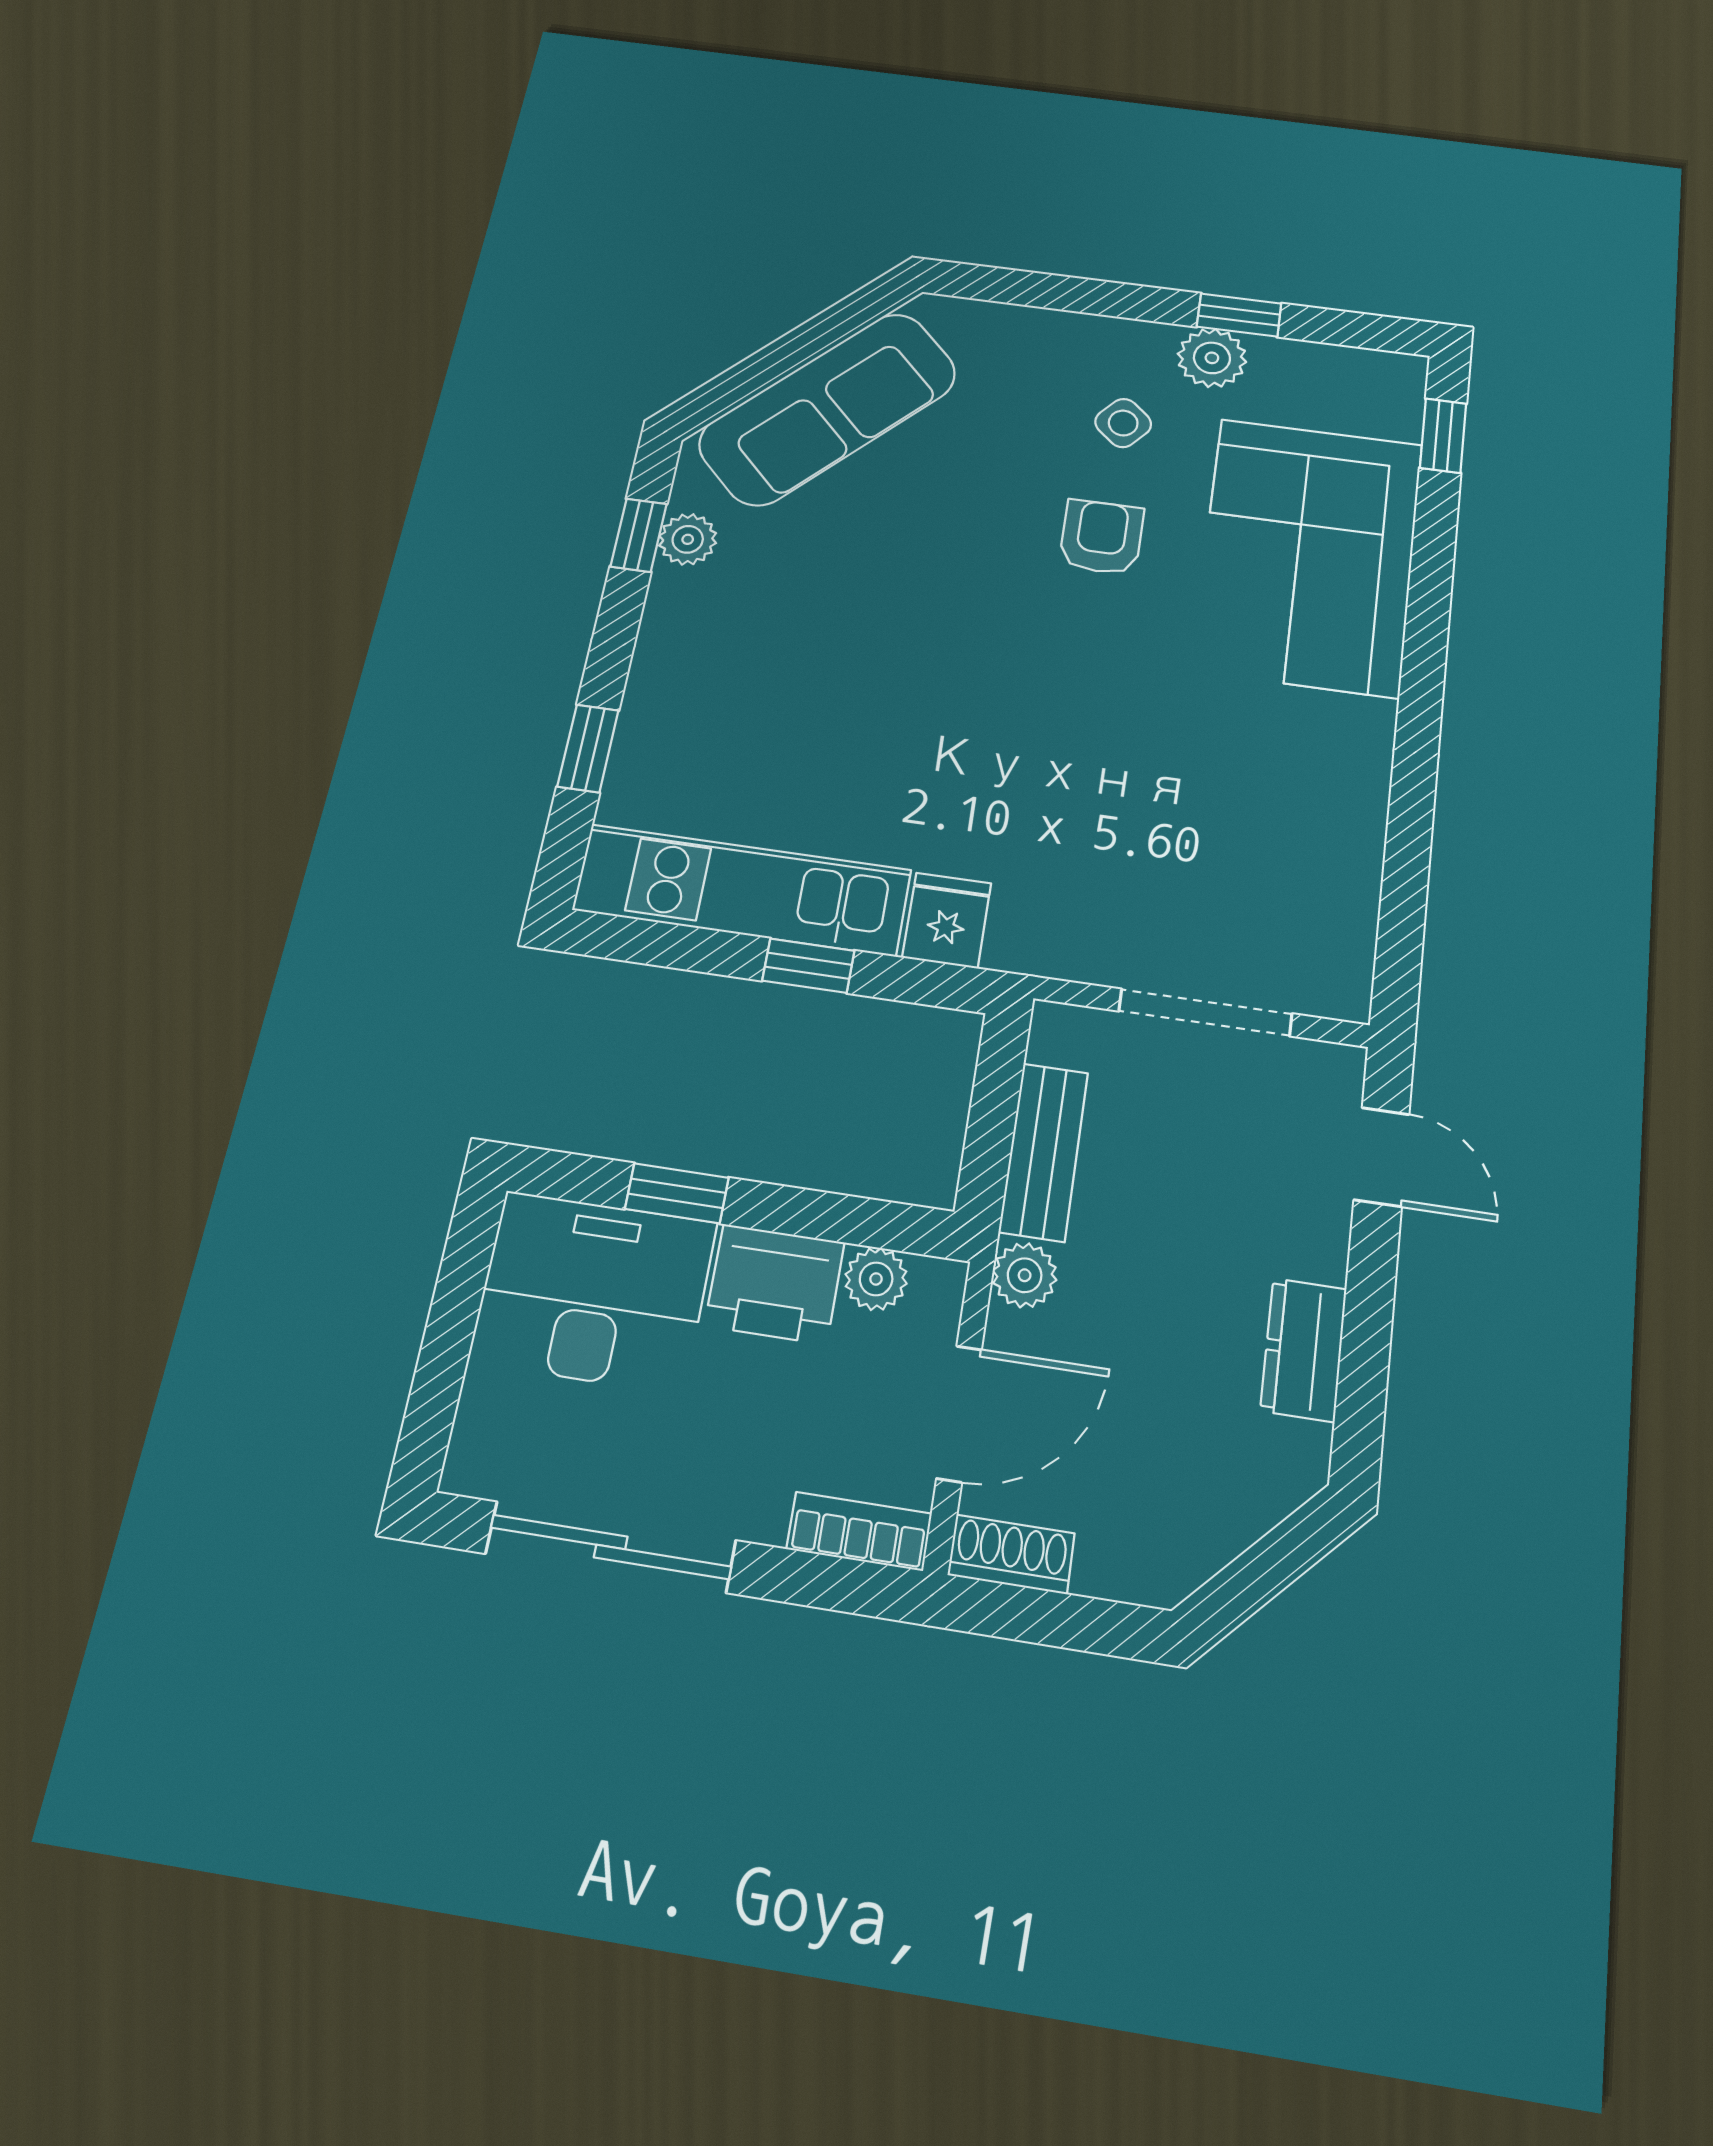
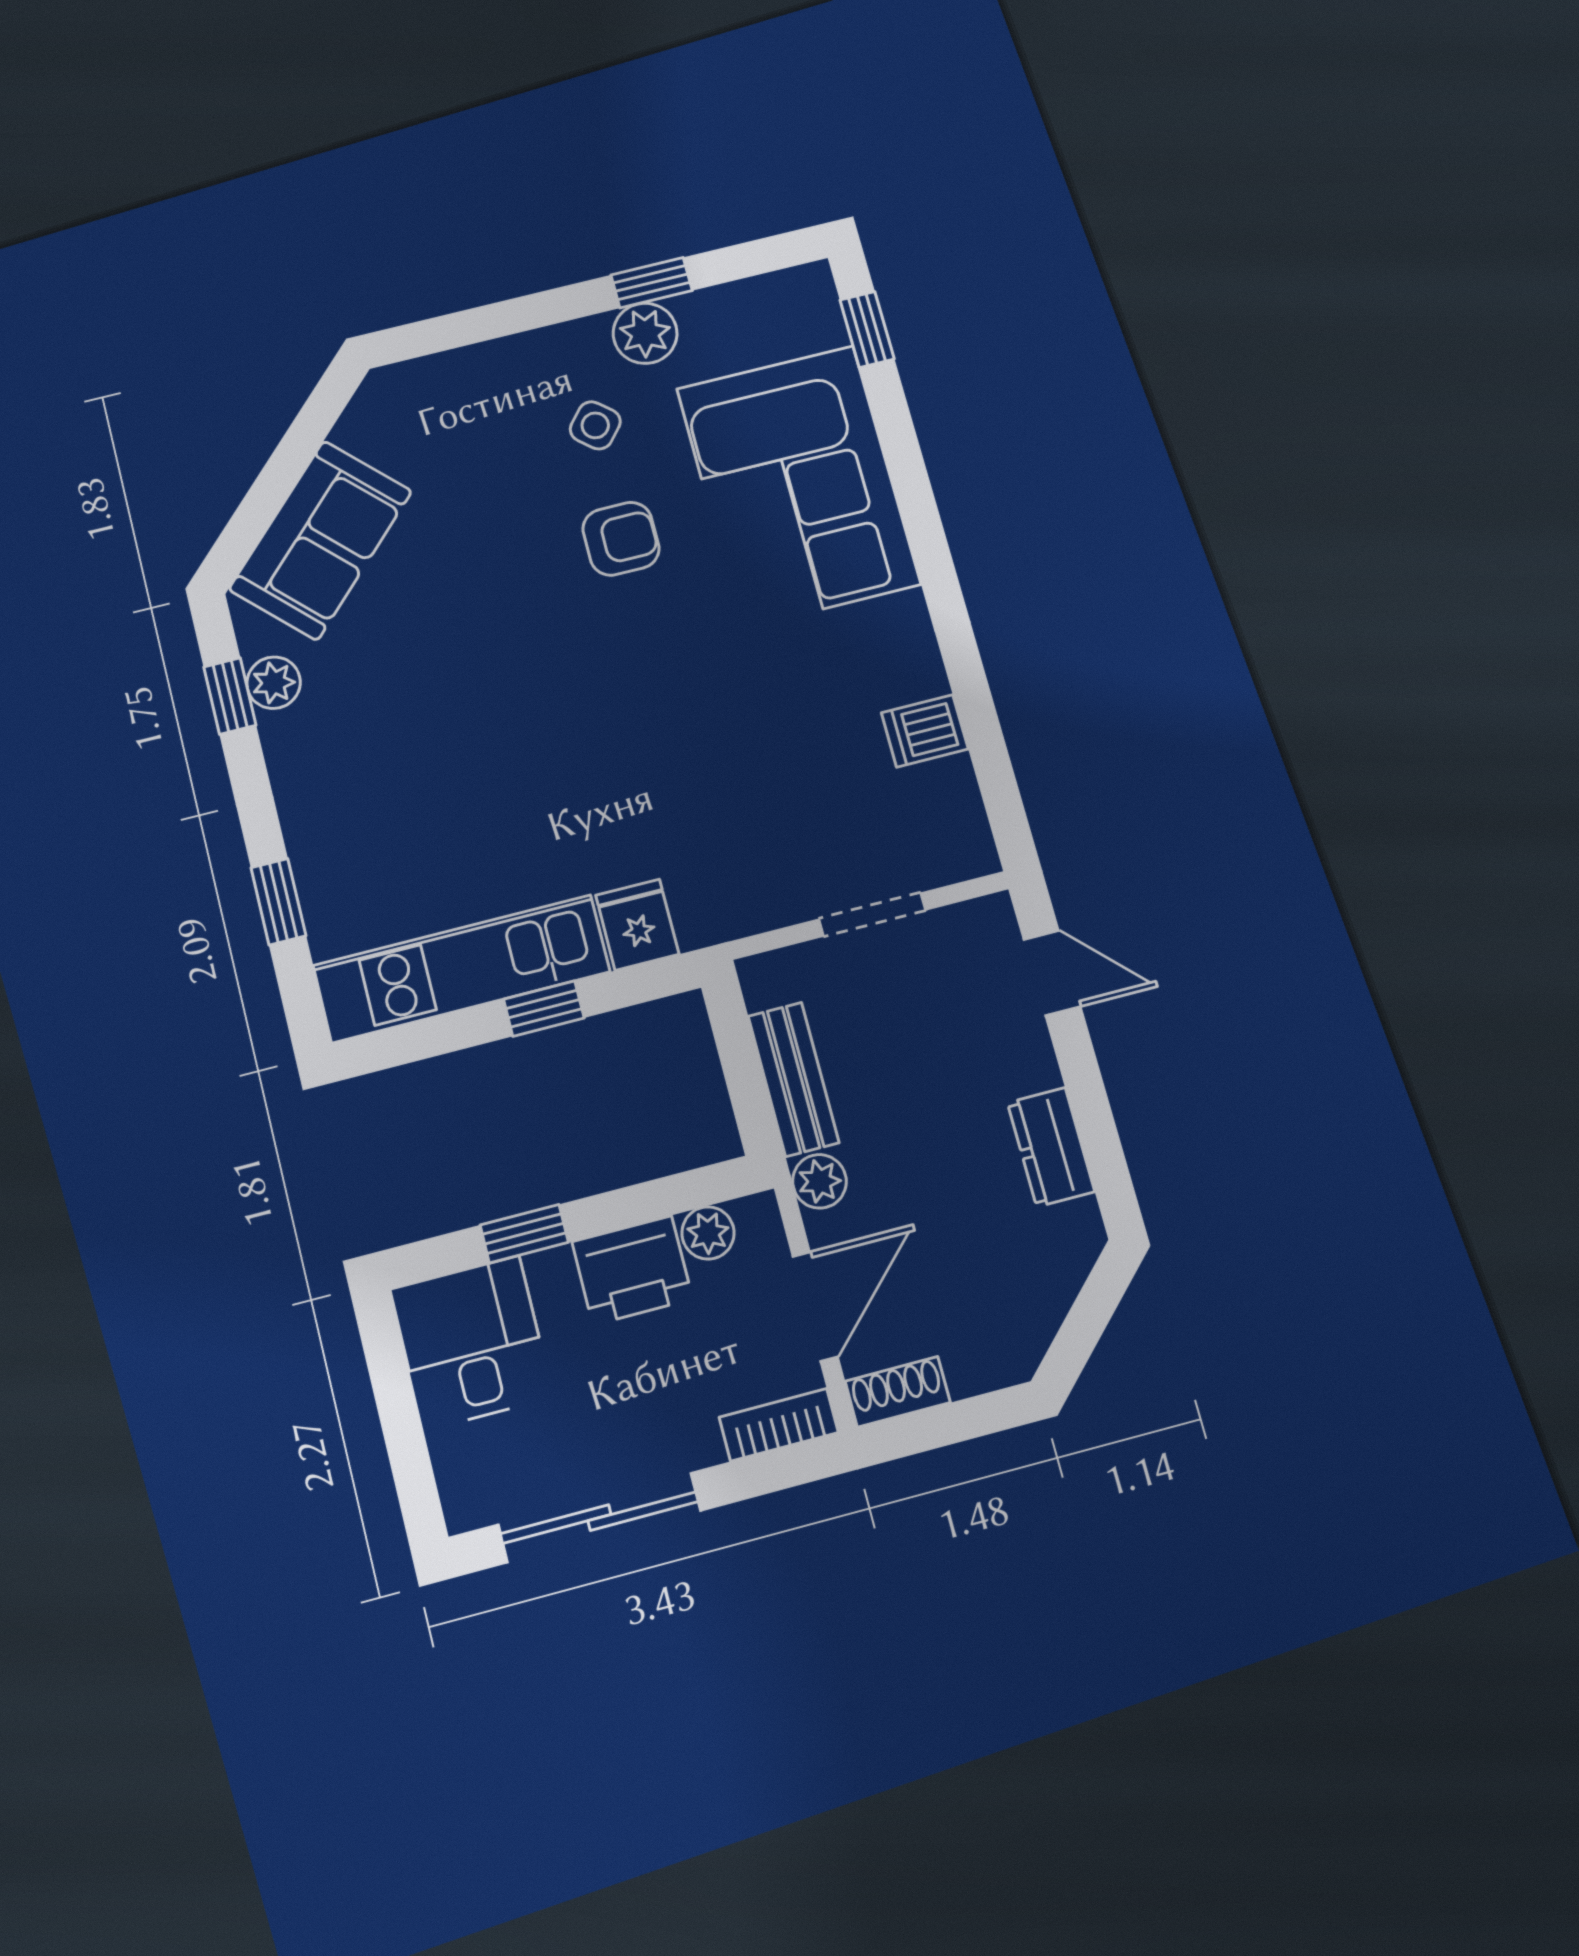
sofa: (828, 409) -> (320, 540), width x0.73
armchair: (1101, 537) -> (621, 539), turned 90
dishwasher: (1342, 846) -> (925, 731), added
doorway: (1205, 1012) -> (872, 915), width x0.73
desk: (594, 1291) -> (471, 1343), width x0.73

